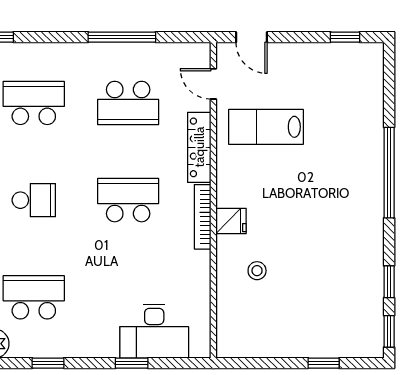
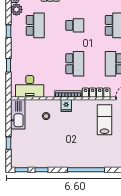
school desk: (34, 200) -> (75, 25), turned -90
desk: (154, 331) -> (30, 86), moved, turned -90
kitchen sink: (253, 340) -> (18, 114), added

